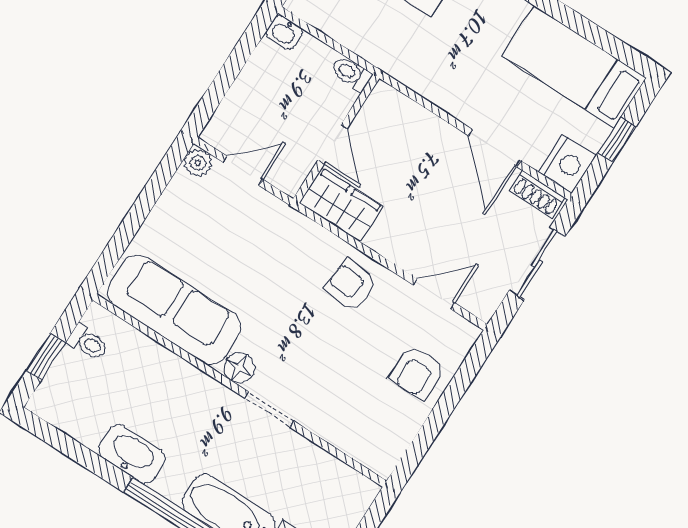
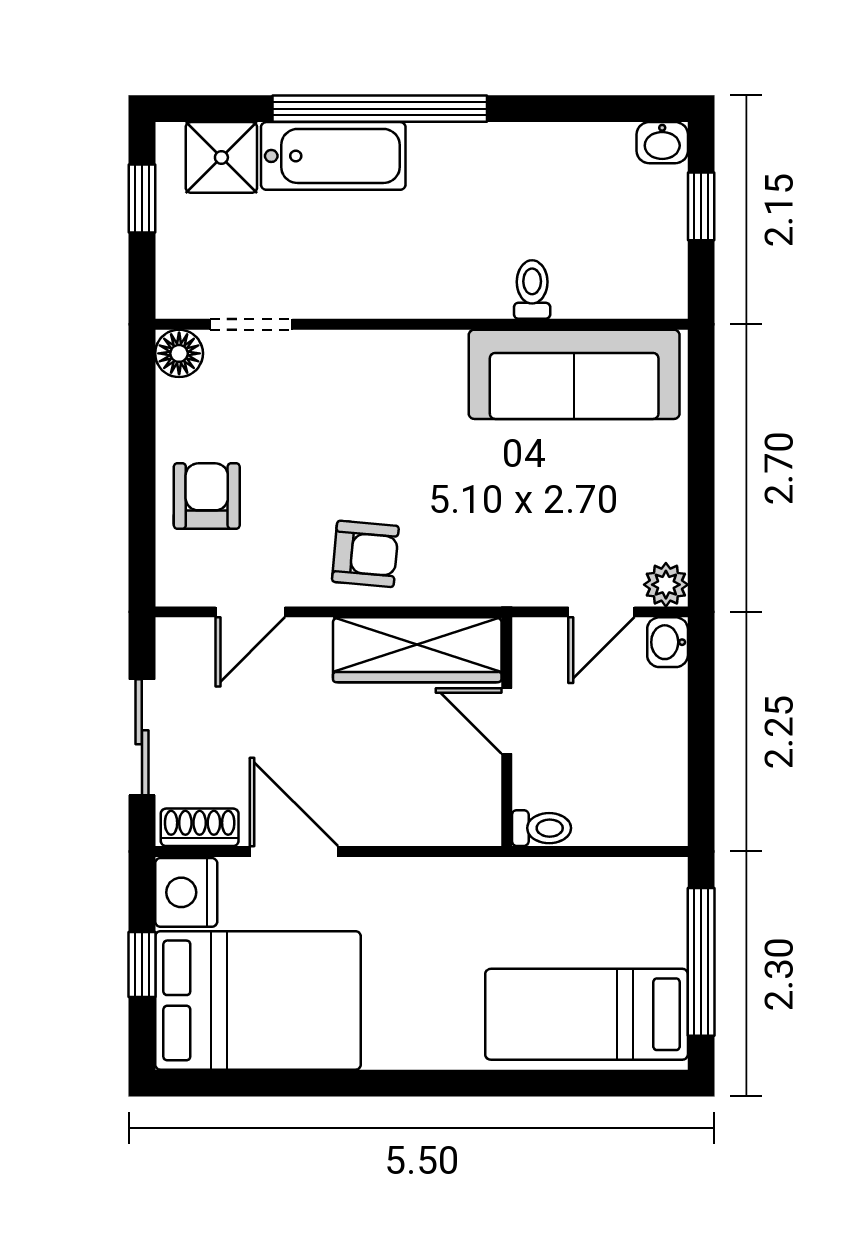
washbasin: (284, 32) -> (668, 642), moved, turned -90
bed: (574, 67) -> (258, 1000), width x1.50
wardrobe: (341, 205) -> (417, 650), width x1.50
toilet: (88, 343) -> (532, 290), moved, turned 90
floor lamp: (239, 368) -> (179, 353), moved
doorway: (269, 410) -> (251, 324), moved
washbasin: (132, 454) -> (662, 143), moved, width x0.52, depth x0.69

